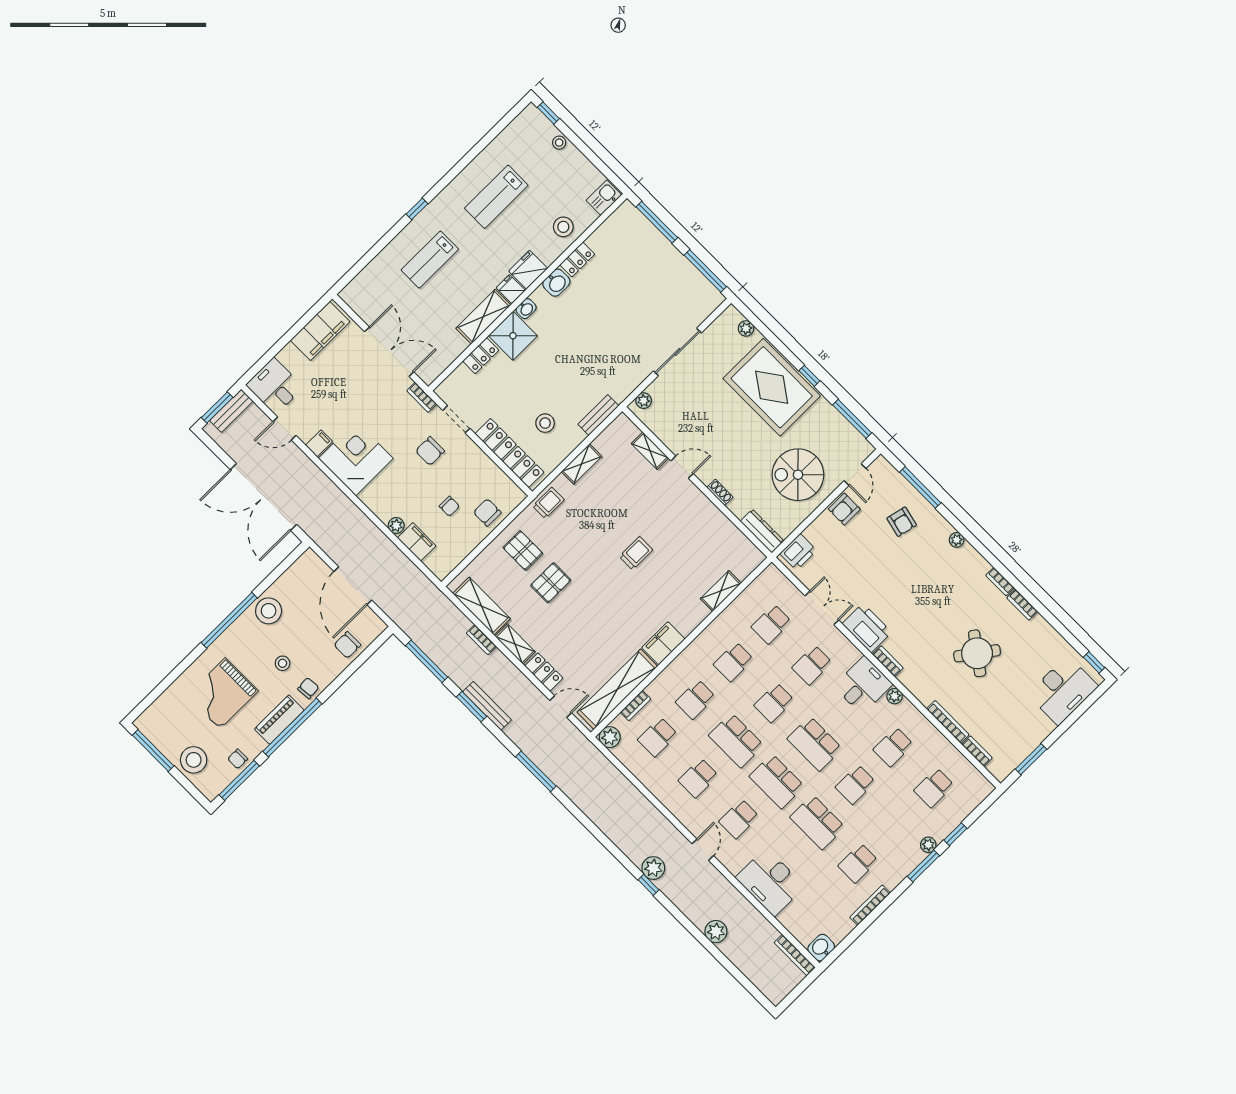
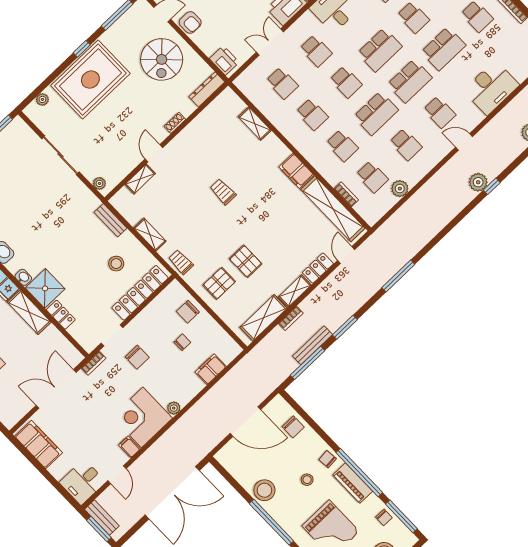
plant: (396, 526) -> (174, 408), moved
bench: (487, 706) -> (313, 345), moved
plant: (610, 737) -> (400, 189), moved

